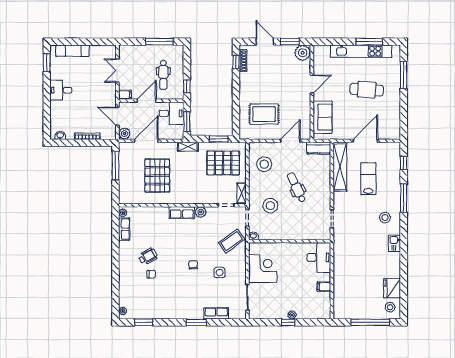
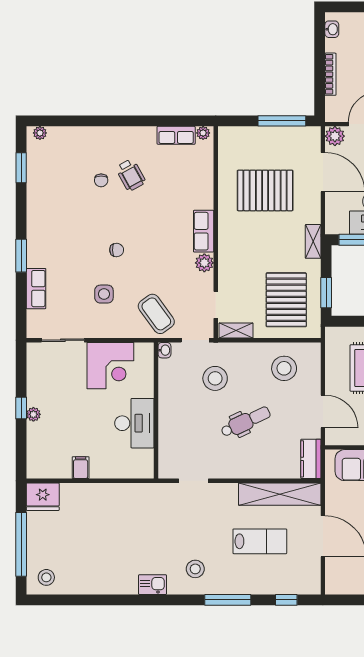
desk: (319, 257) -> (134, 423), moved, turned -90
fridge: (392, 288) -> (43, 497), moved, turned 180

